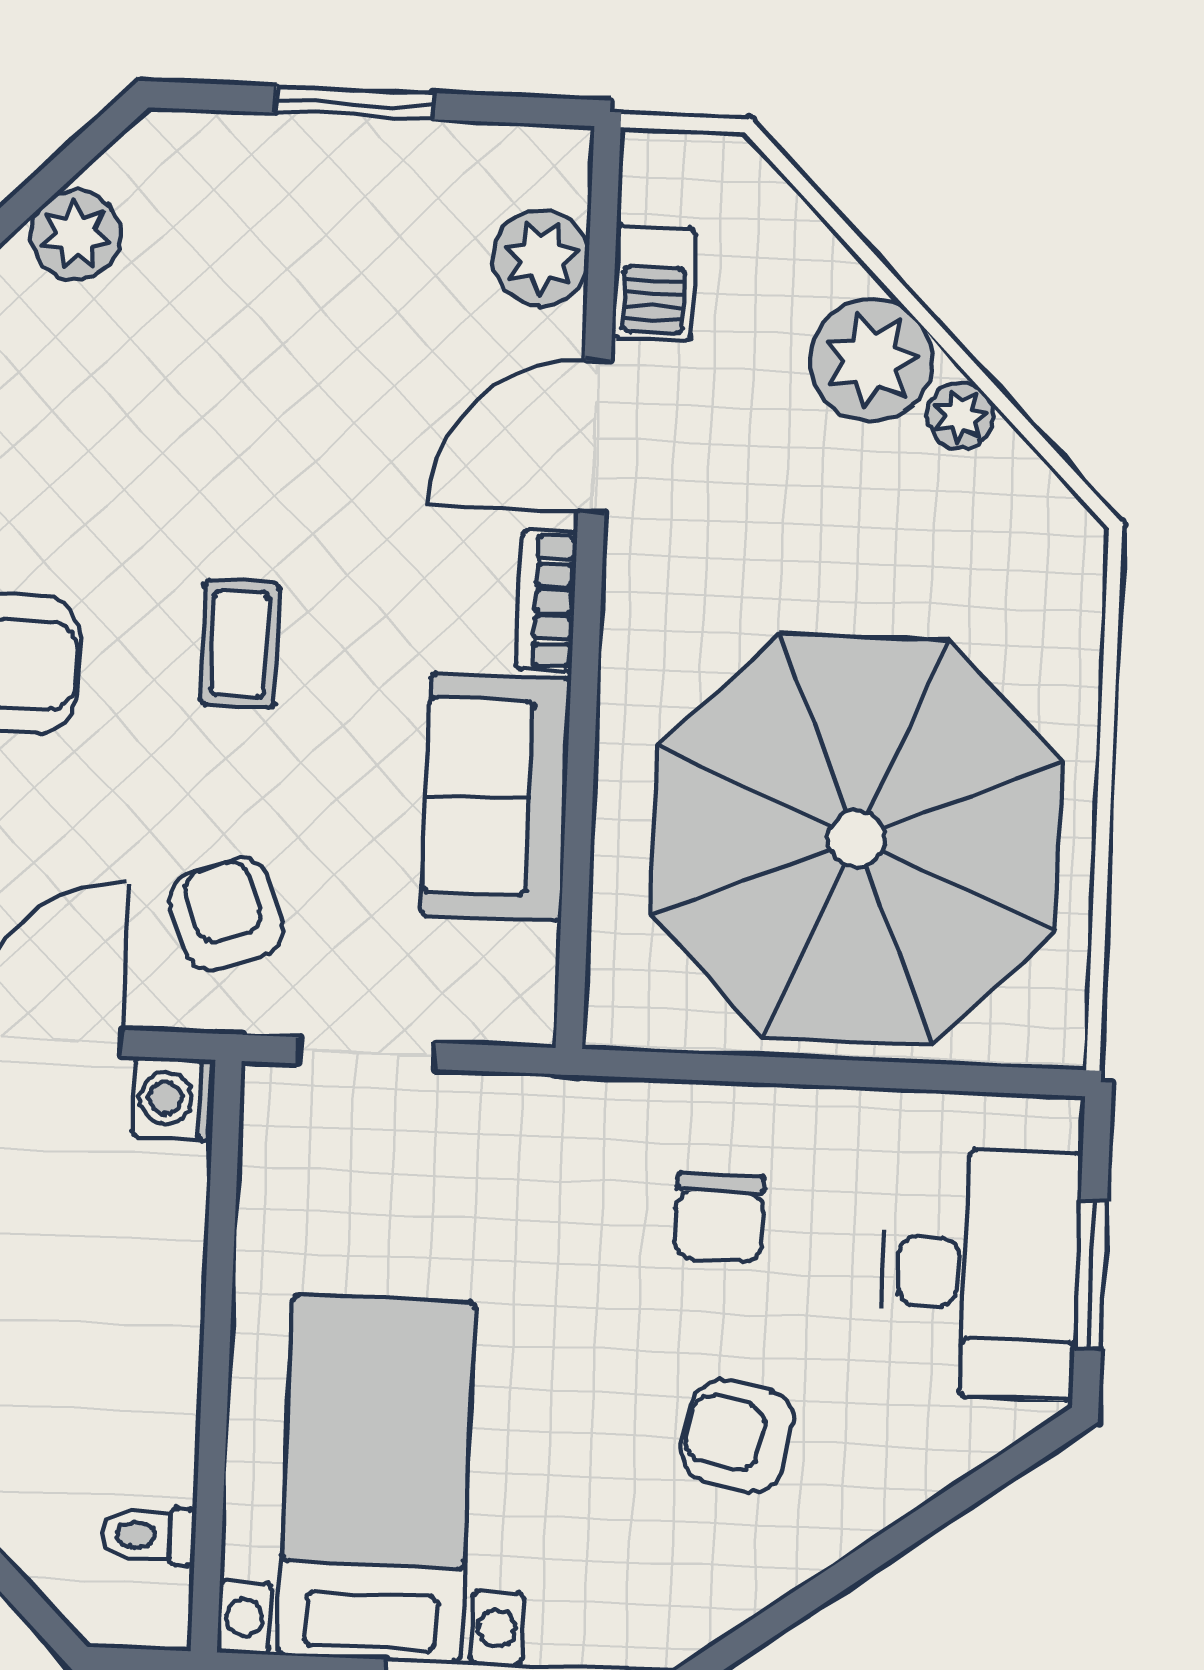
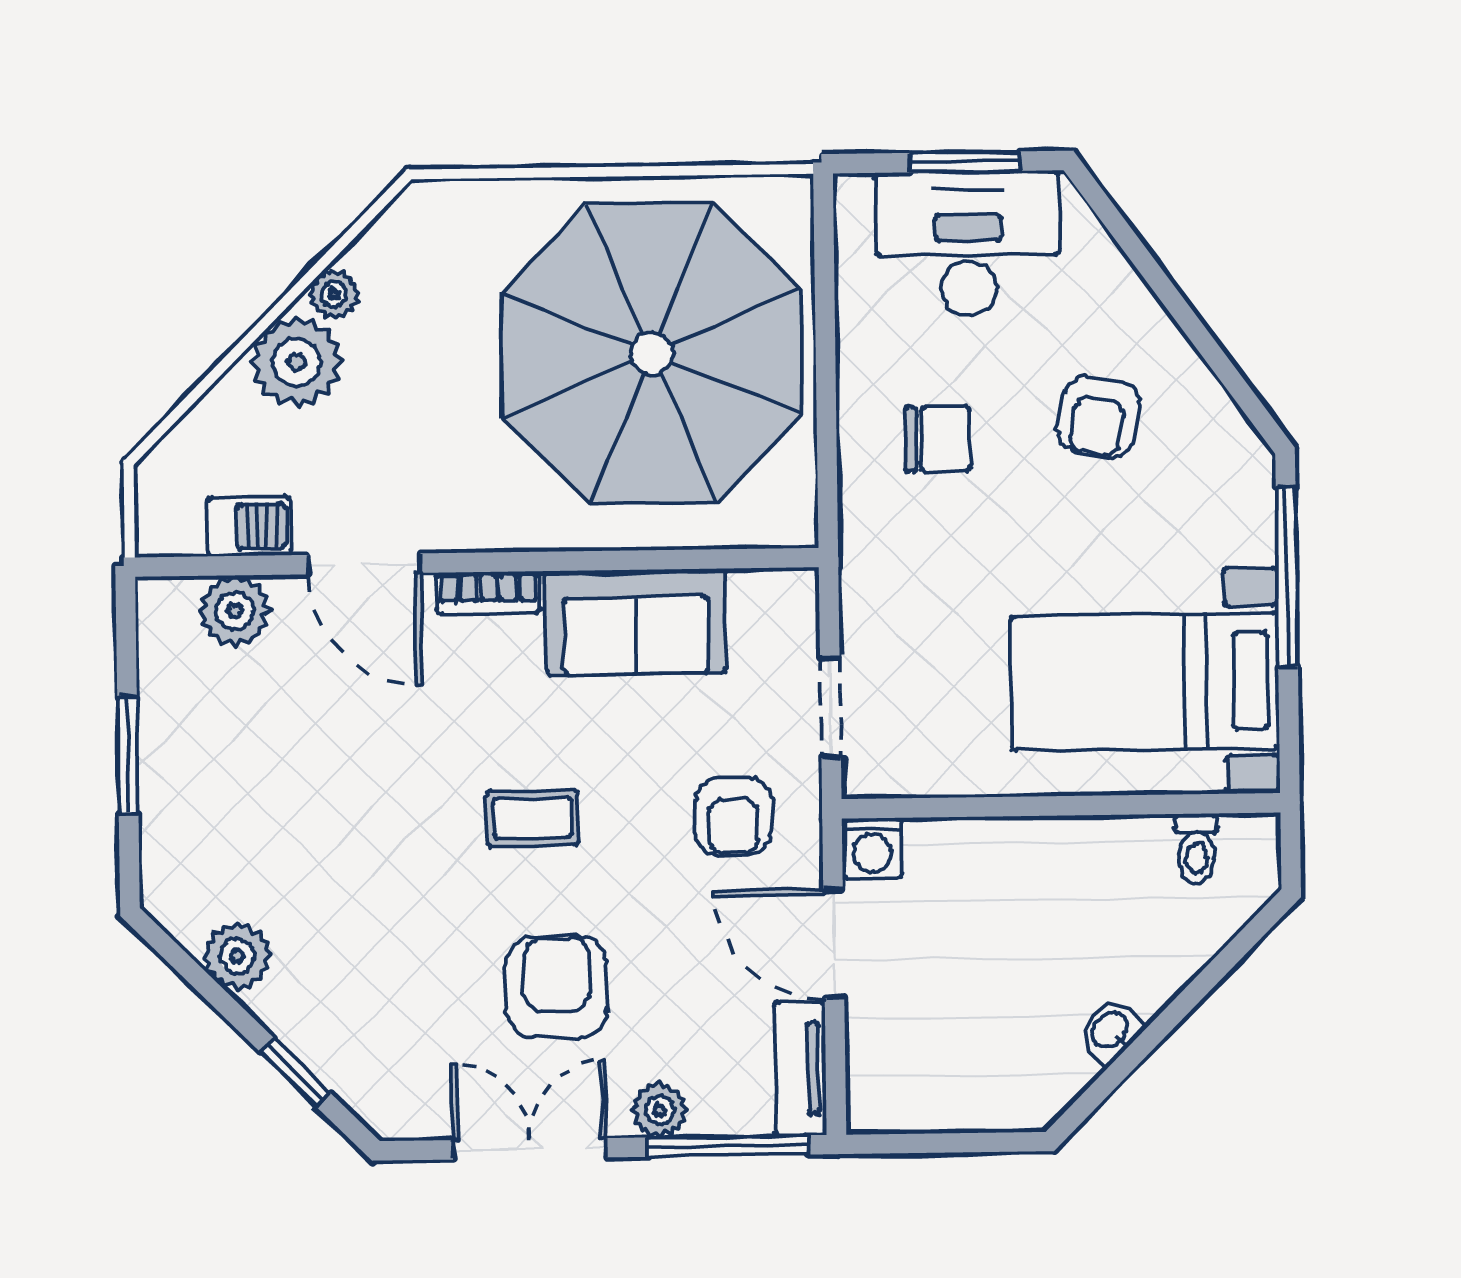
armchair: (226, 914) -> (733, 816), turned -70

